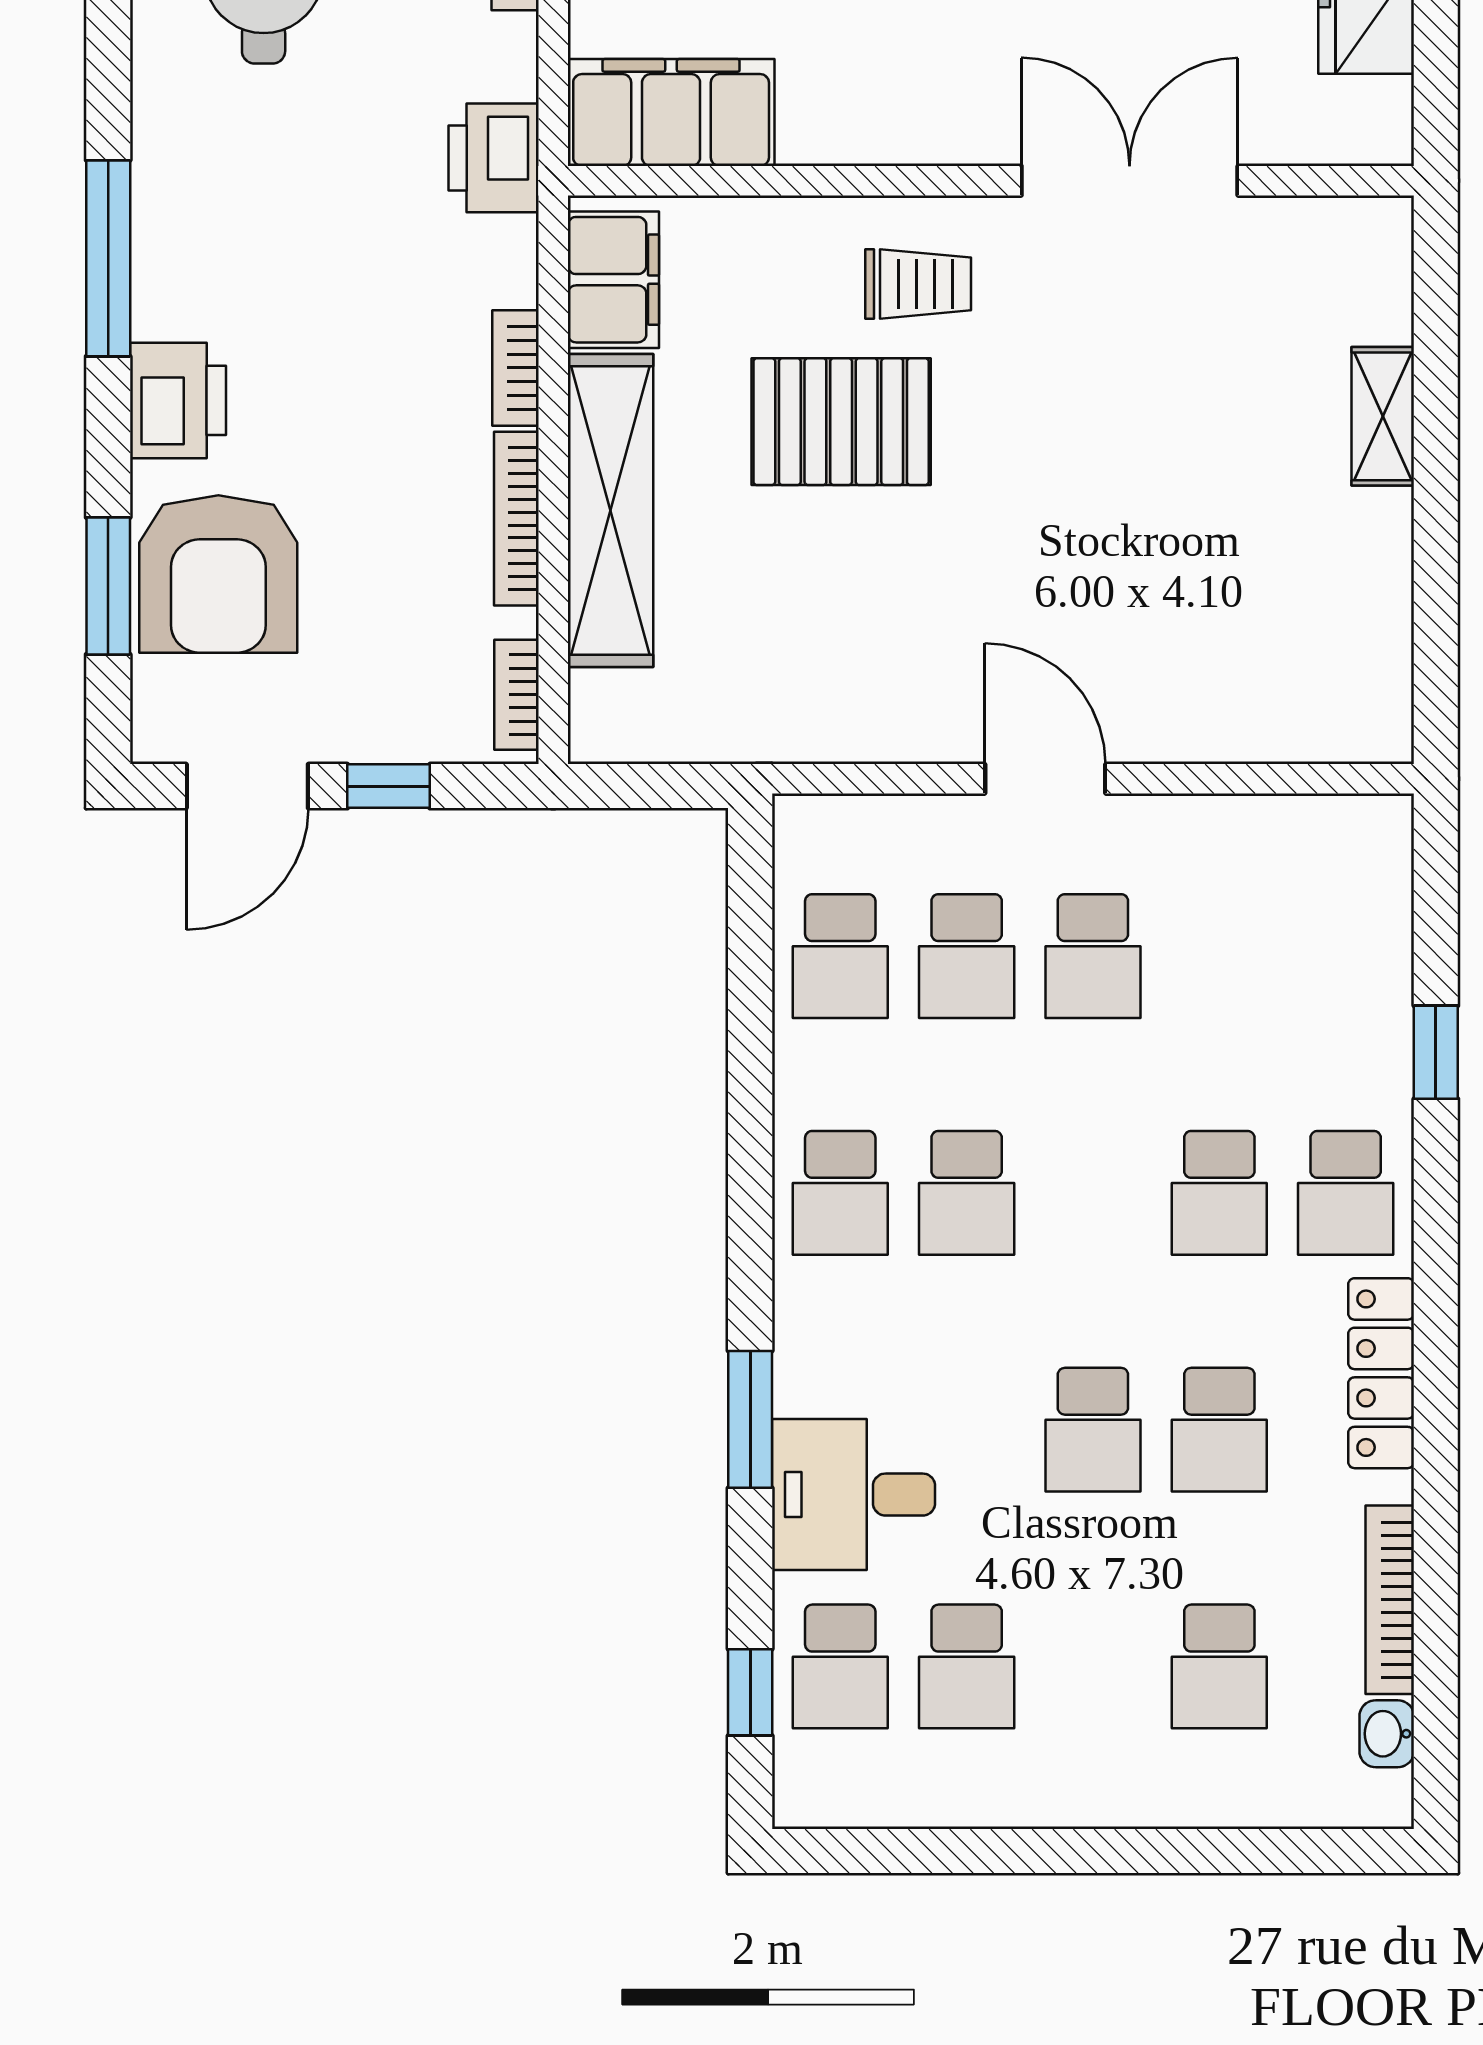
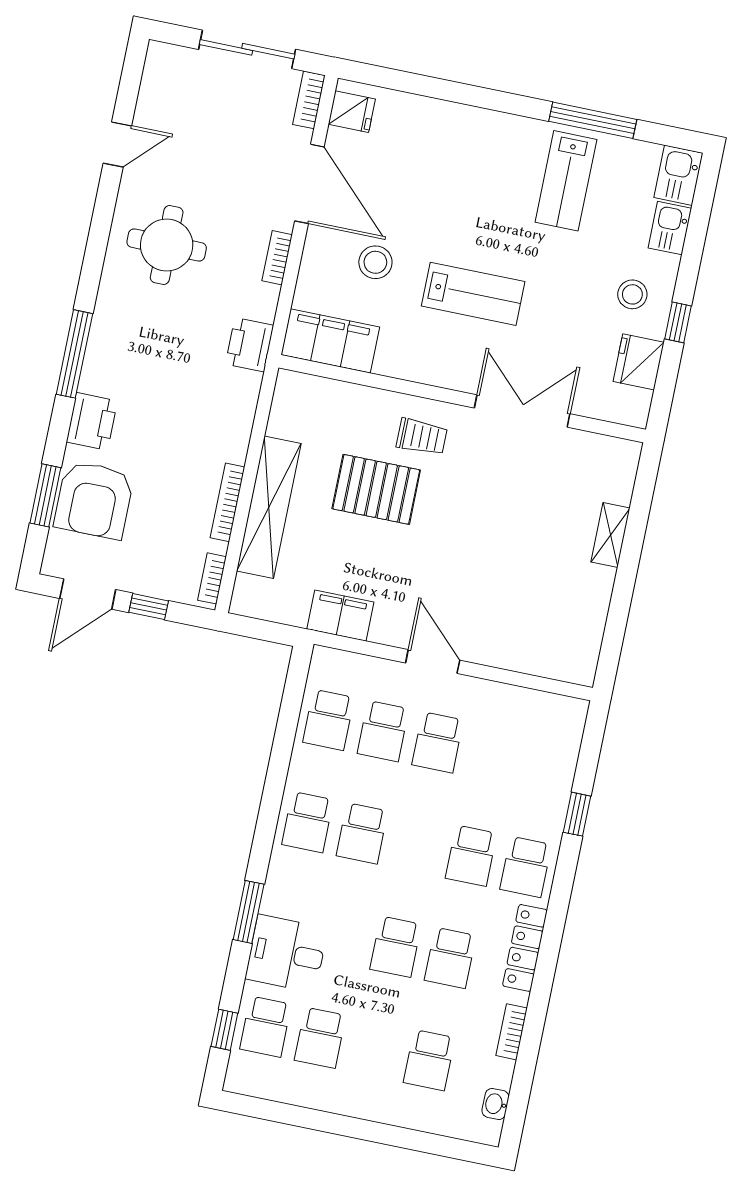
filing cabinet: (613, 280) -> (340, 616), moved, turned -90
bookcase: (515, 368) -> (240, 437), removed
bookcase: (1390, 1600) -> (512, 1032), width x0.64

